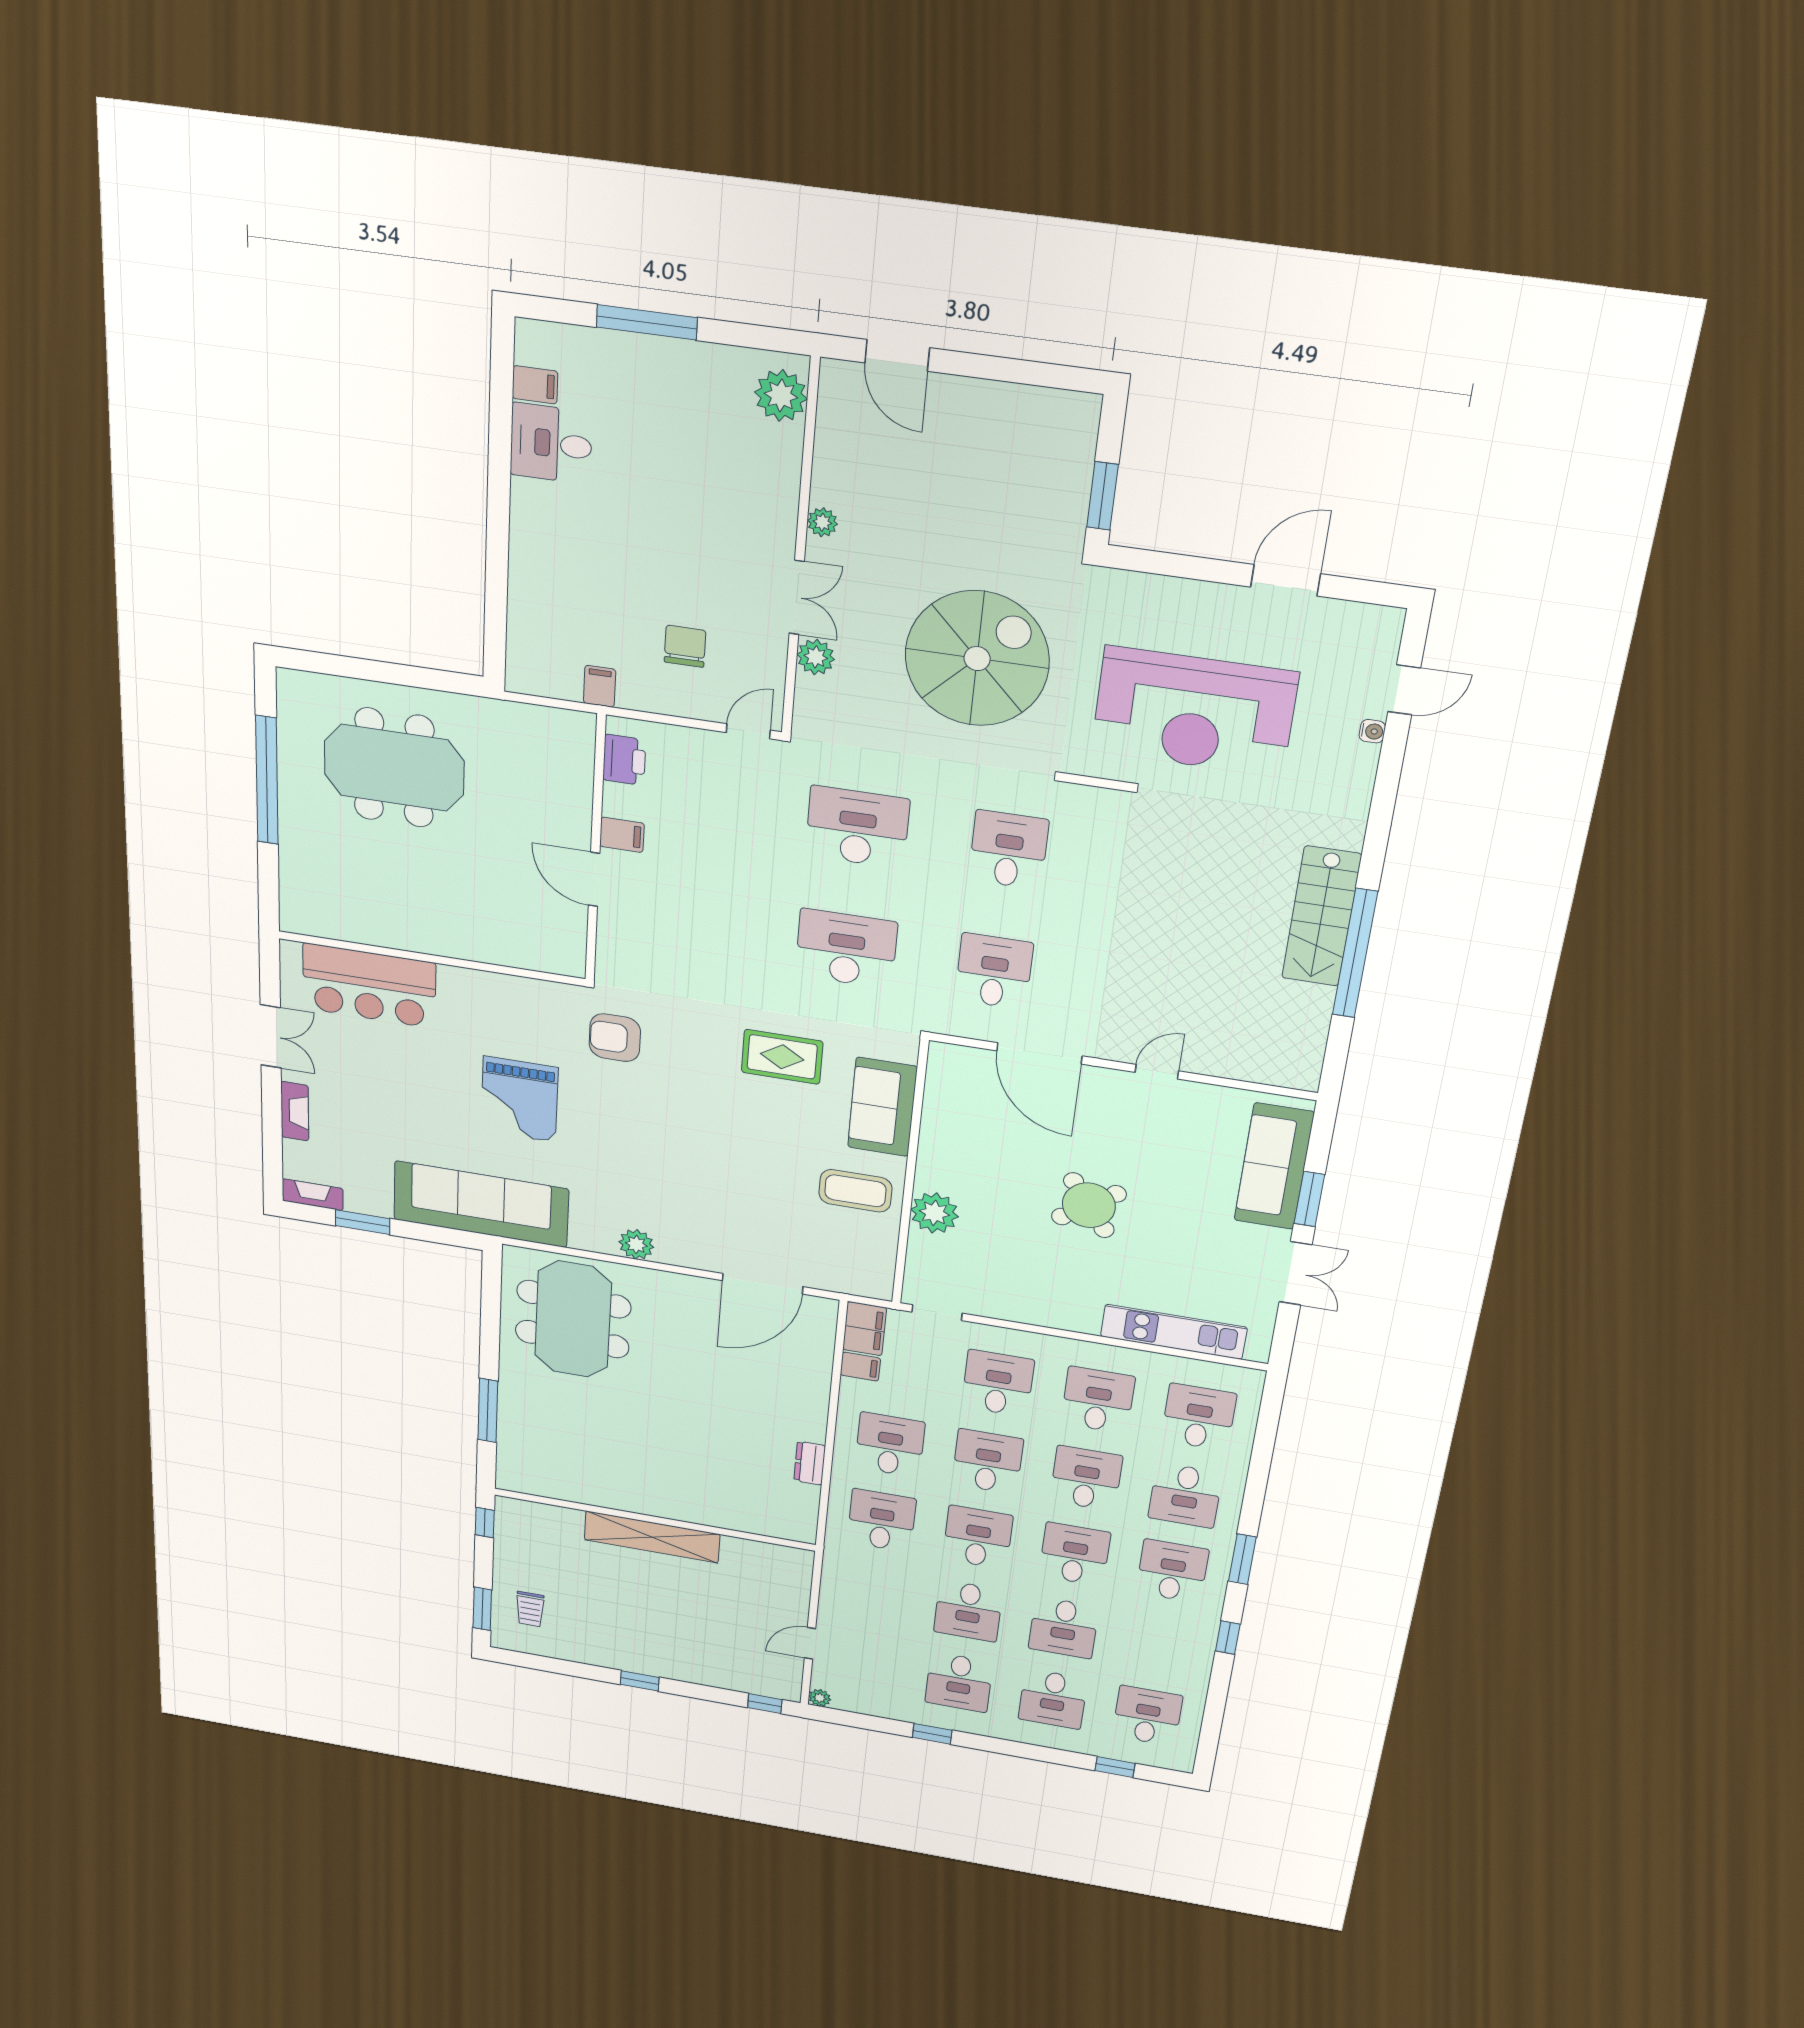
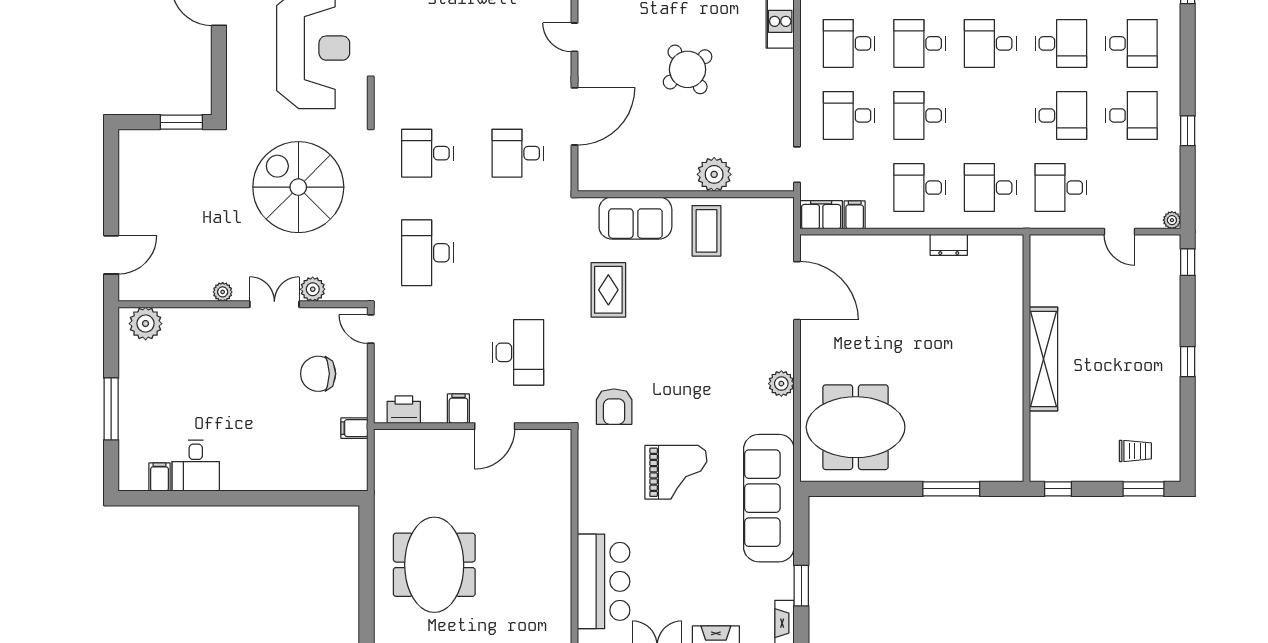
chair: (685, 646) -> (318, 374), width x1.37, depth x1.37
desk: (846, 949) -> (518, 352), moved, turned 180
desk: (978, 1537) -> (1061, 188), moved

